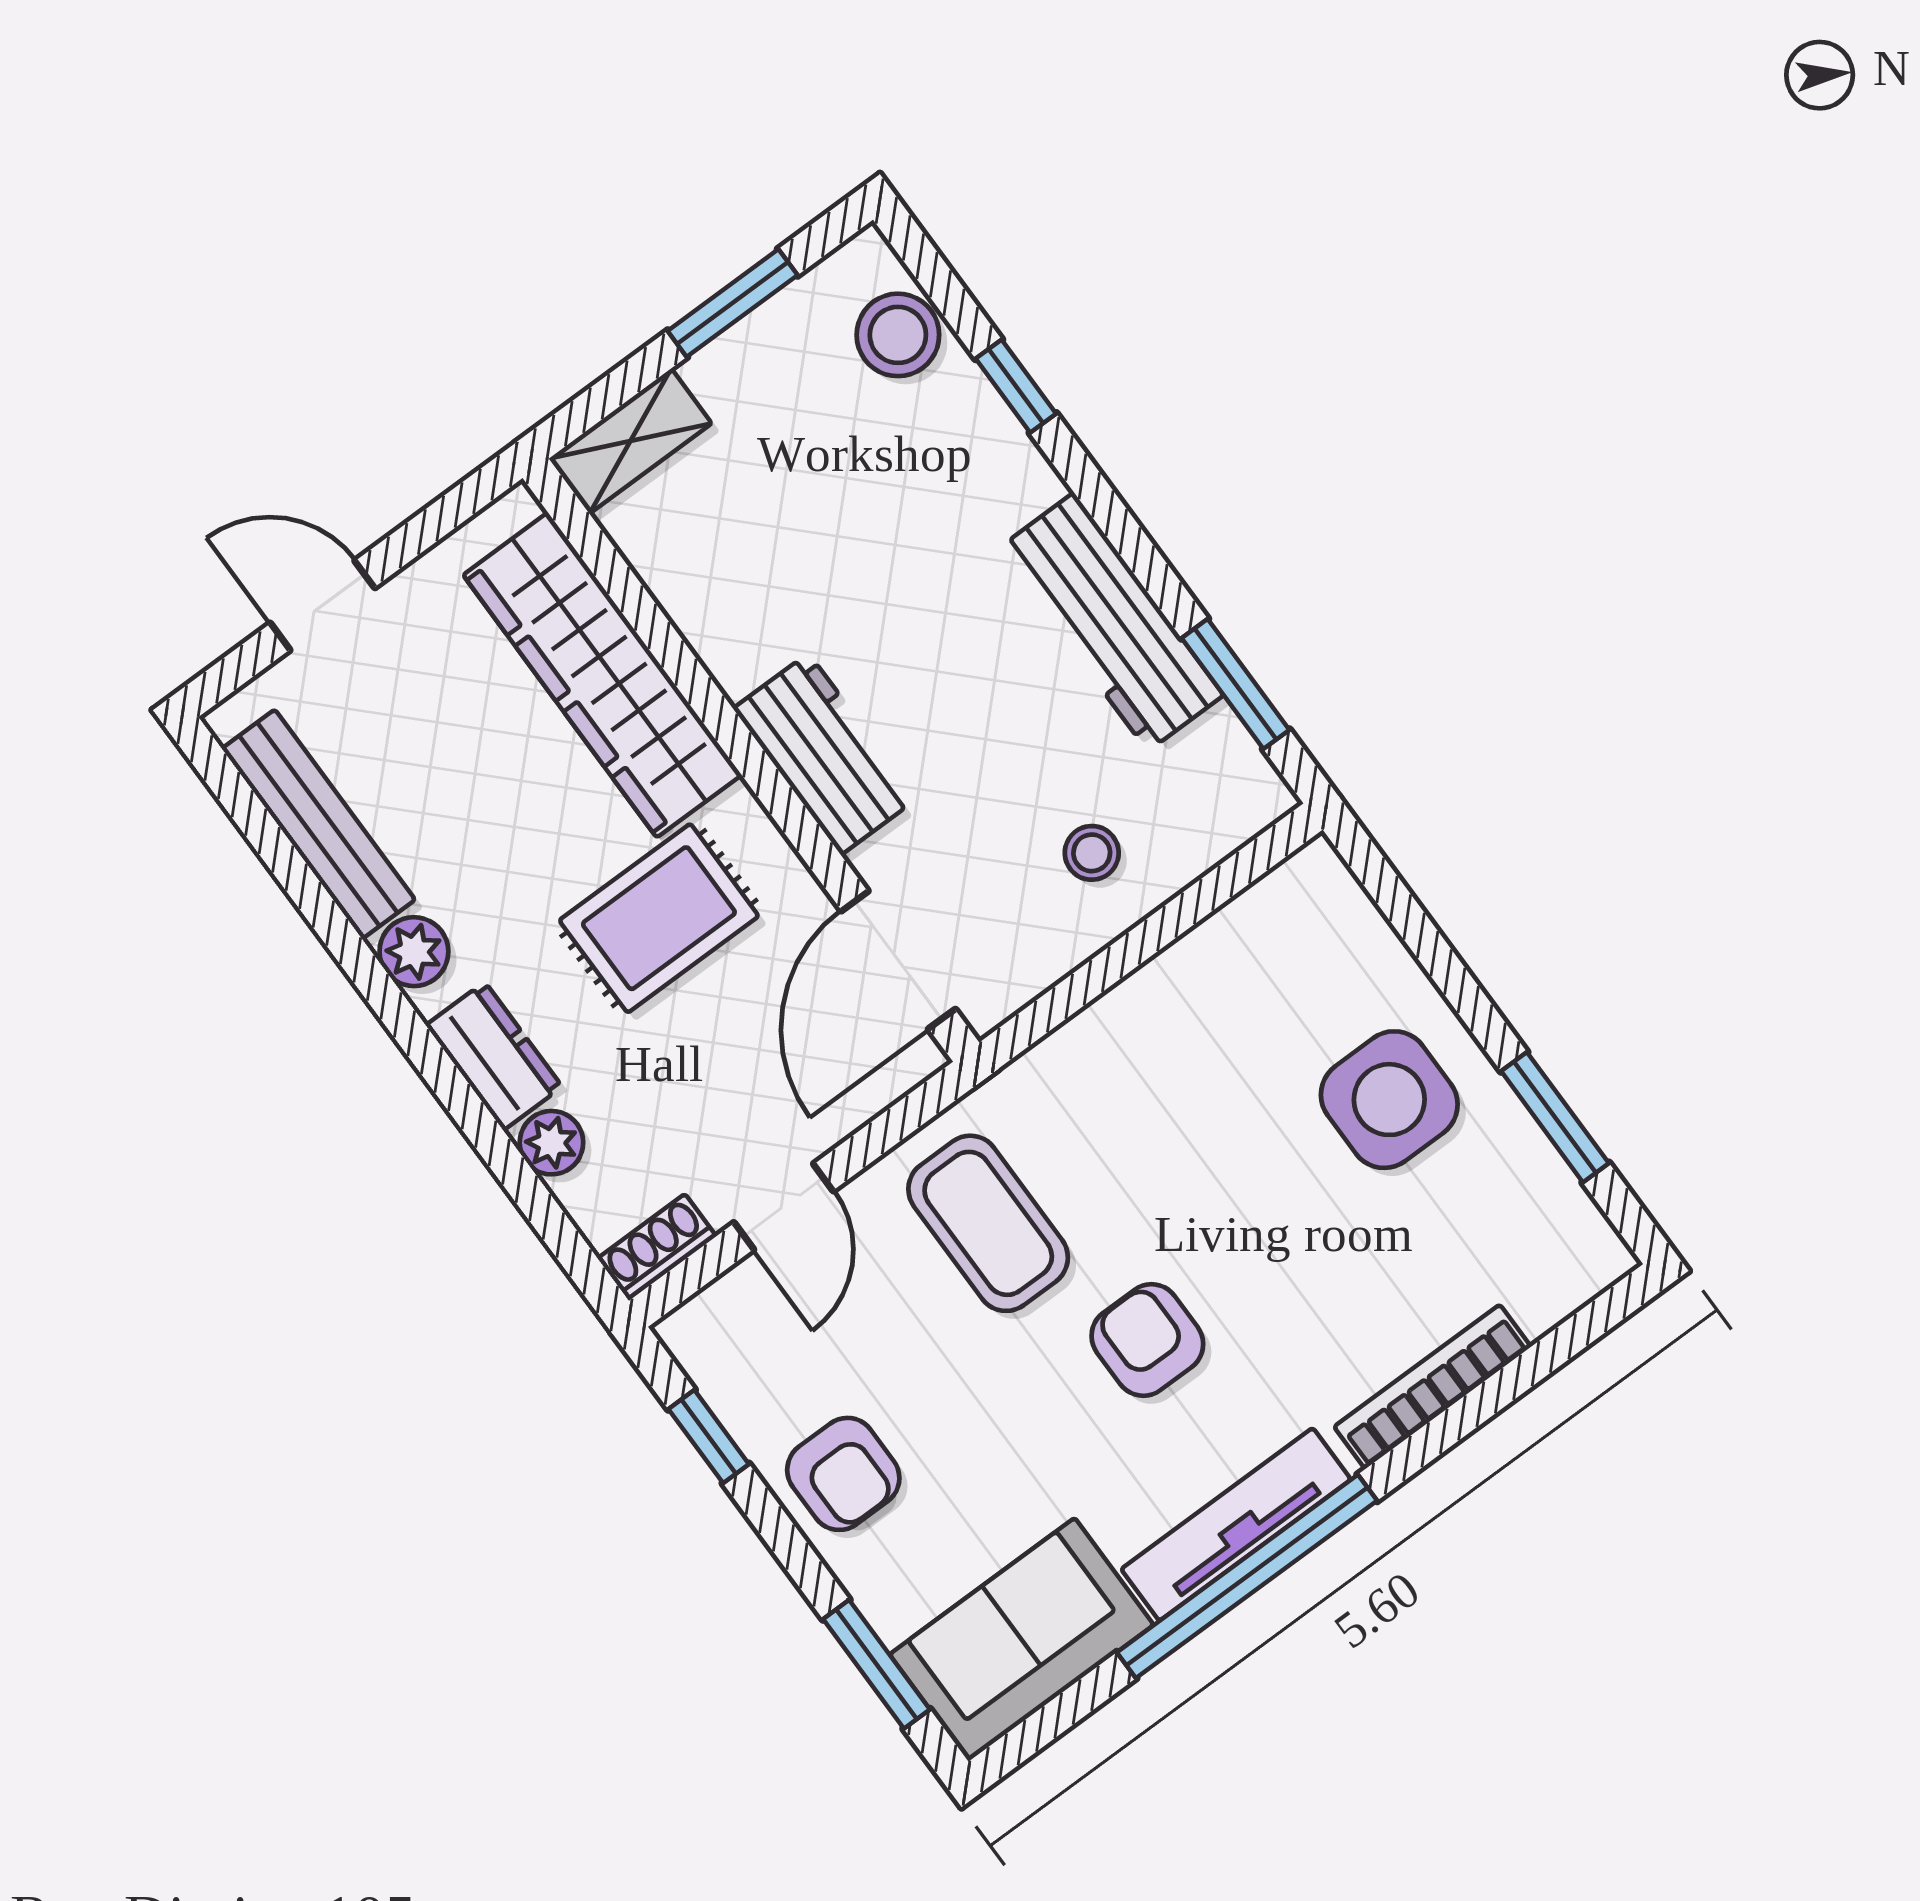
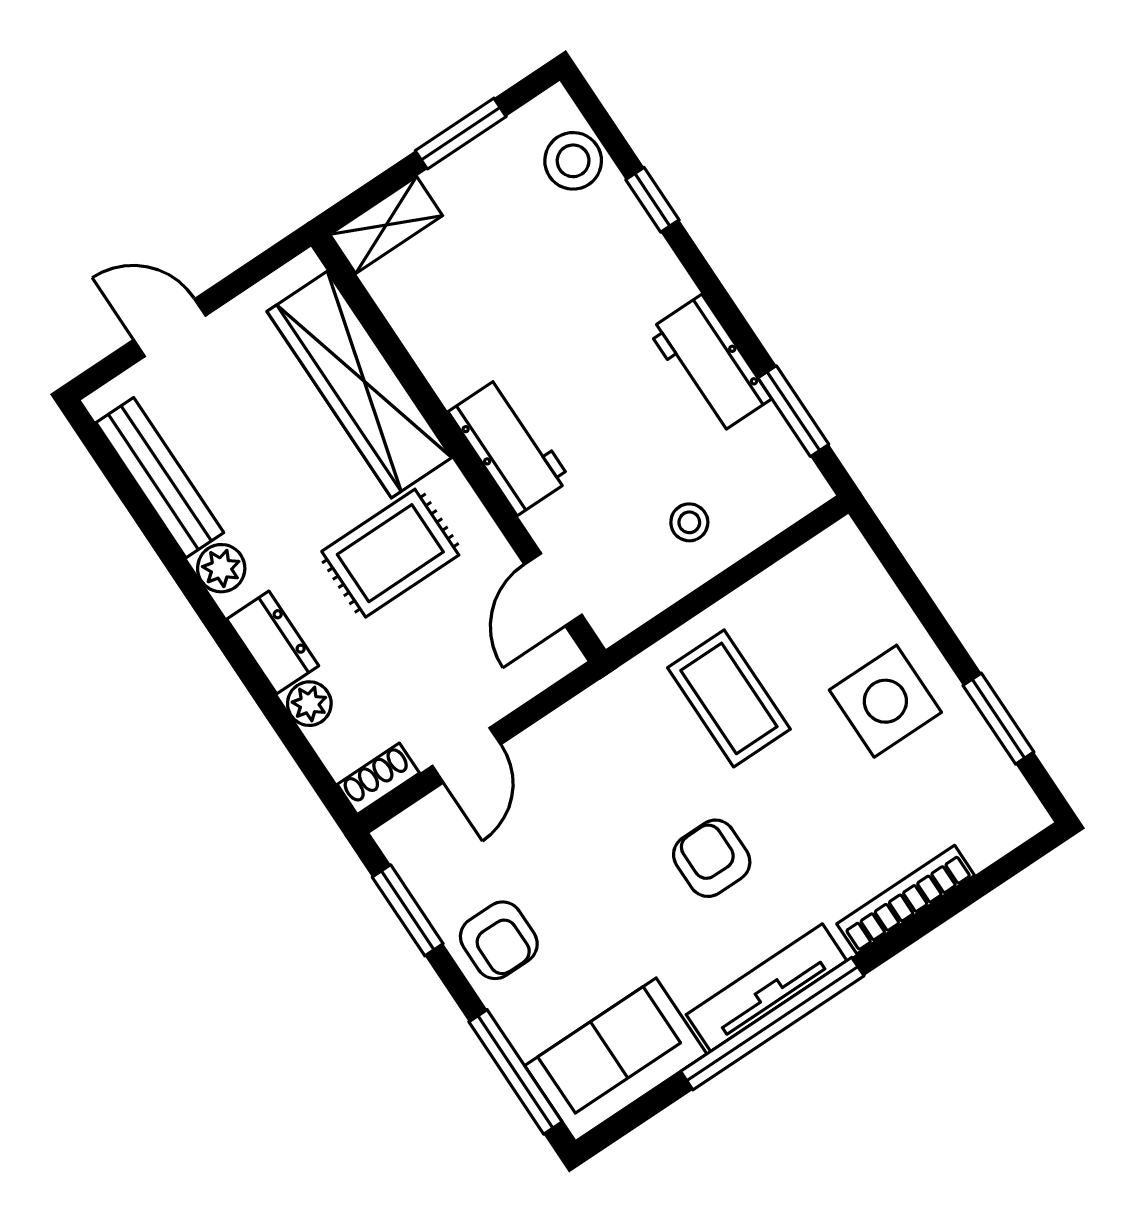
workbench: (1111, 622) -> (710, 365), width x0.73
door: (898, 960) -> (553, 590), width x0.73
coffee table: (988, 1223) -> (729, 698), moved
window: (709, 1437) -> (408, 910), width x1.50
window: (877, 1664) -> (515, 1072), width x1.44

